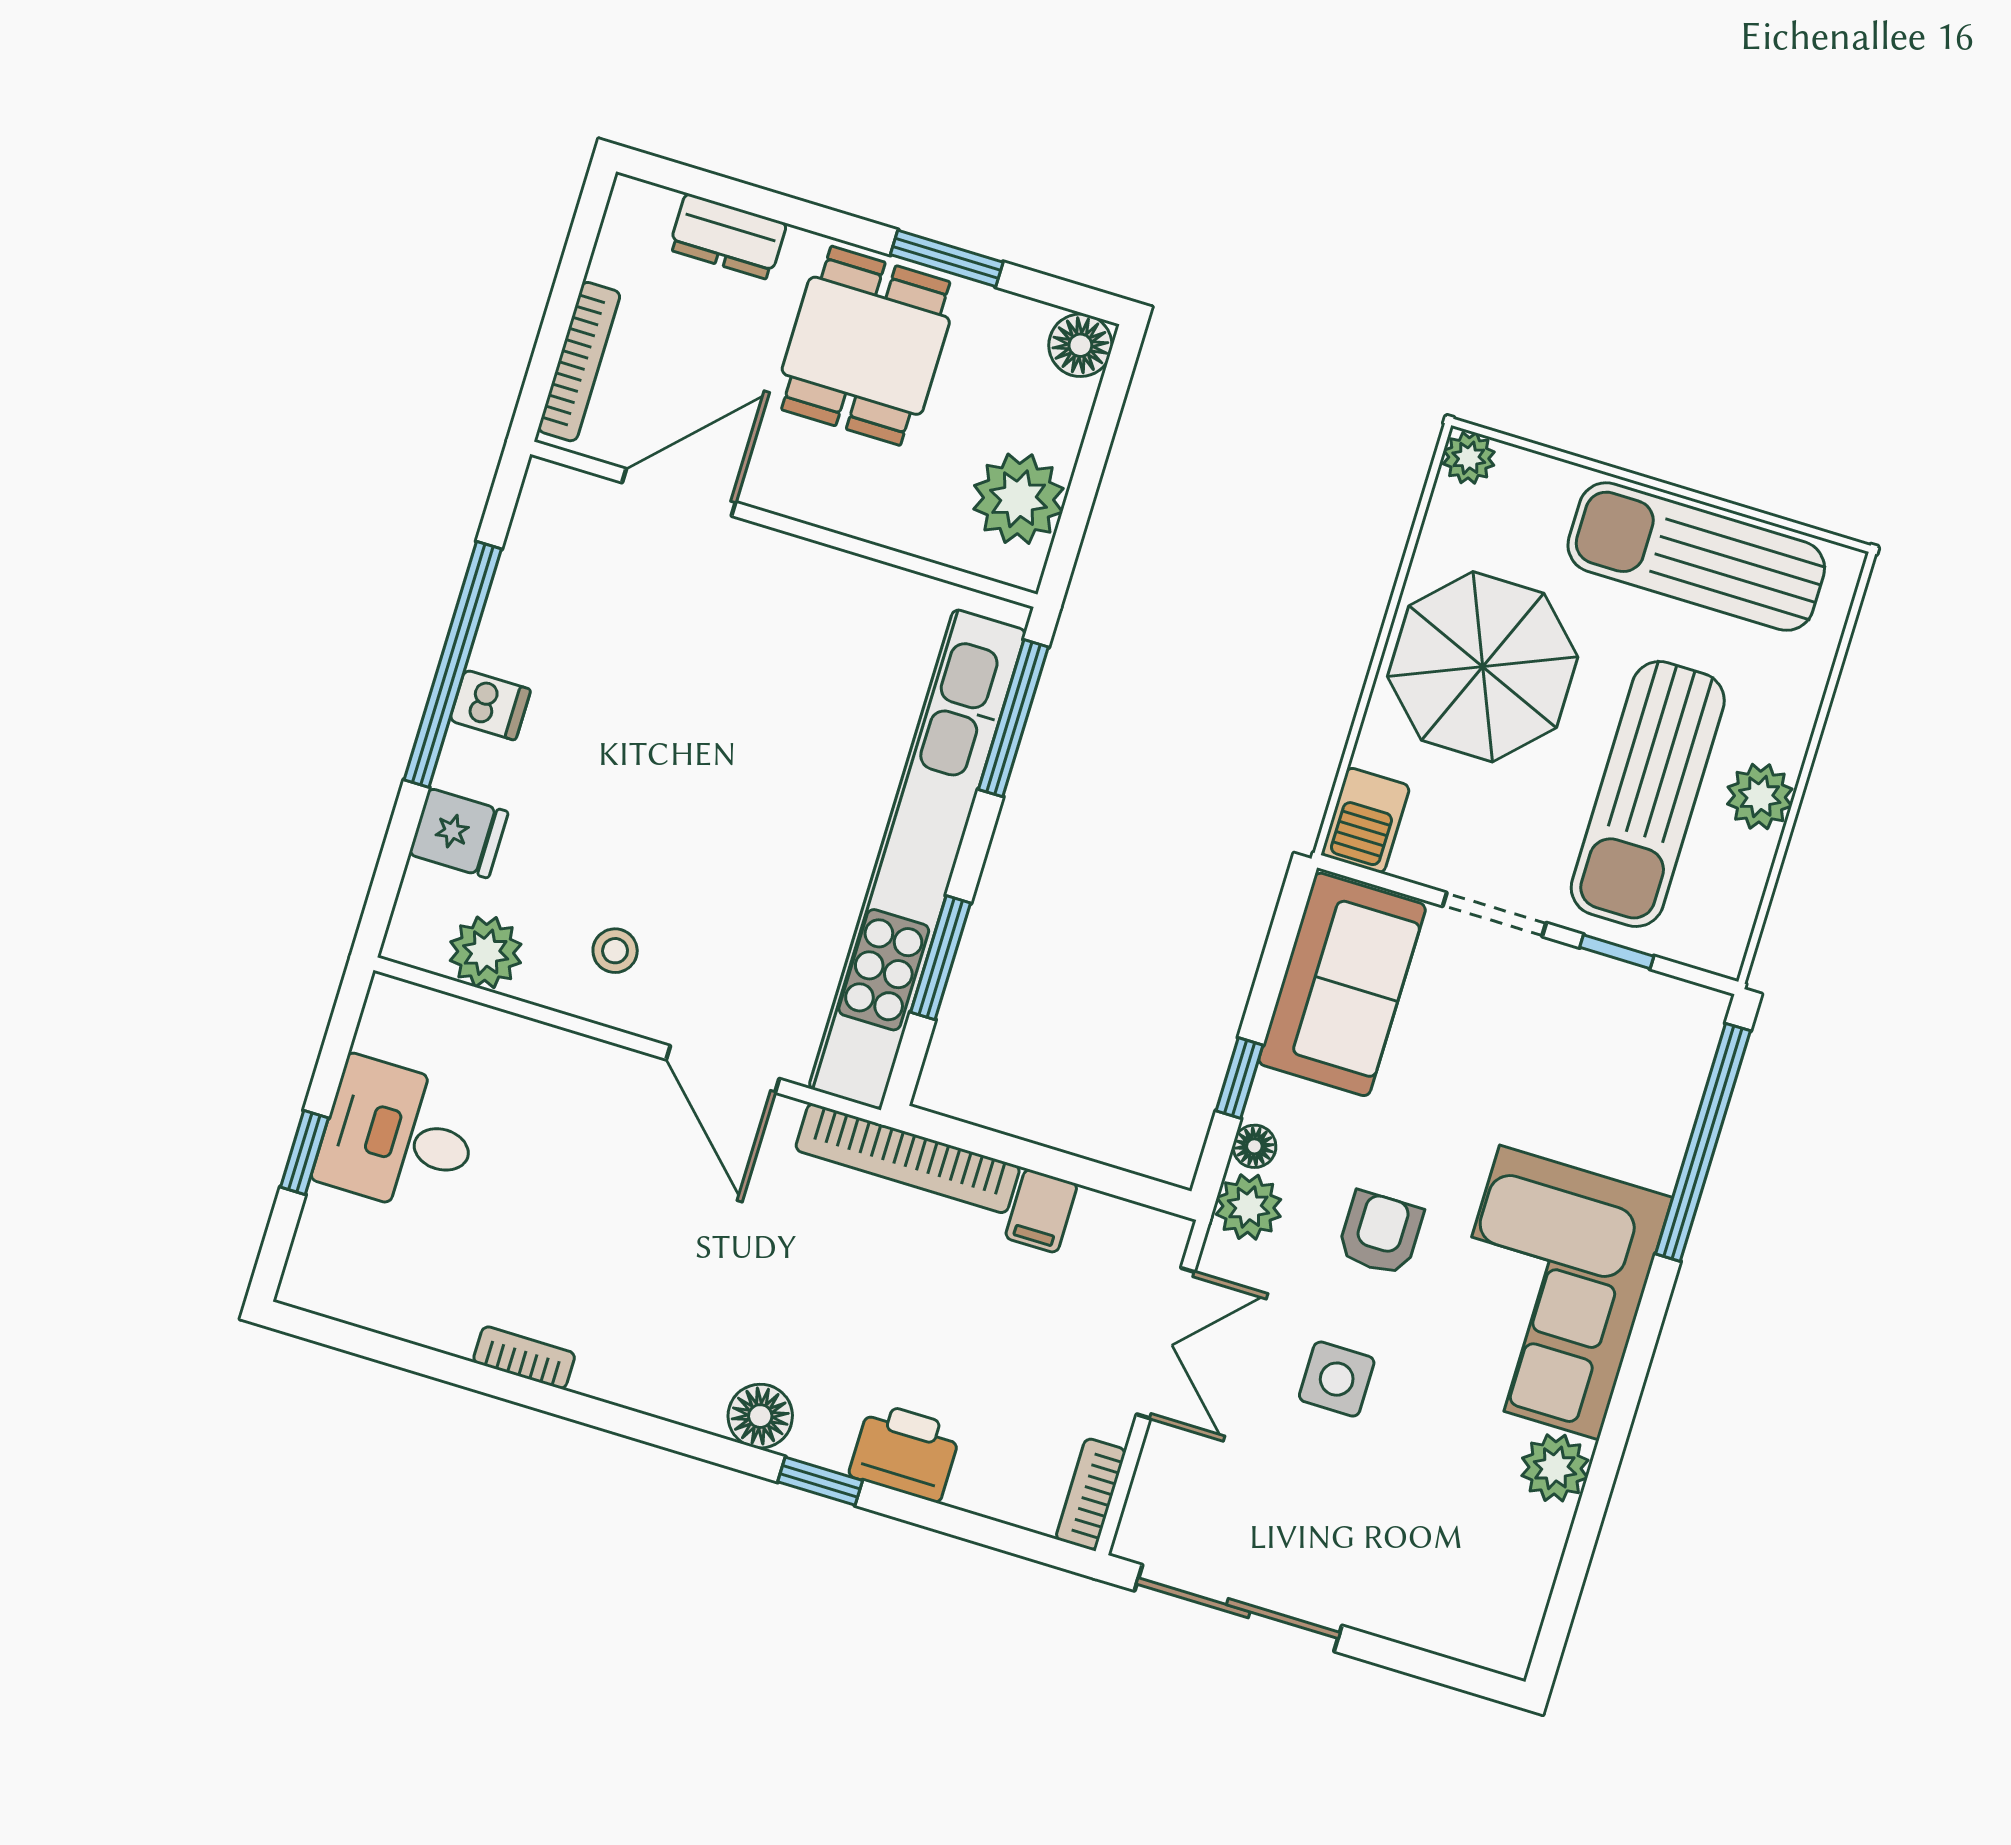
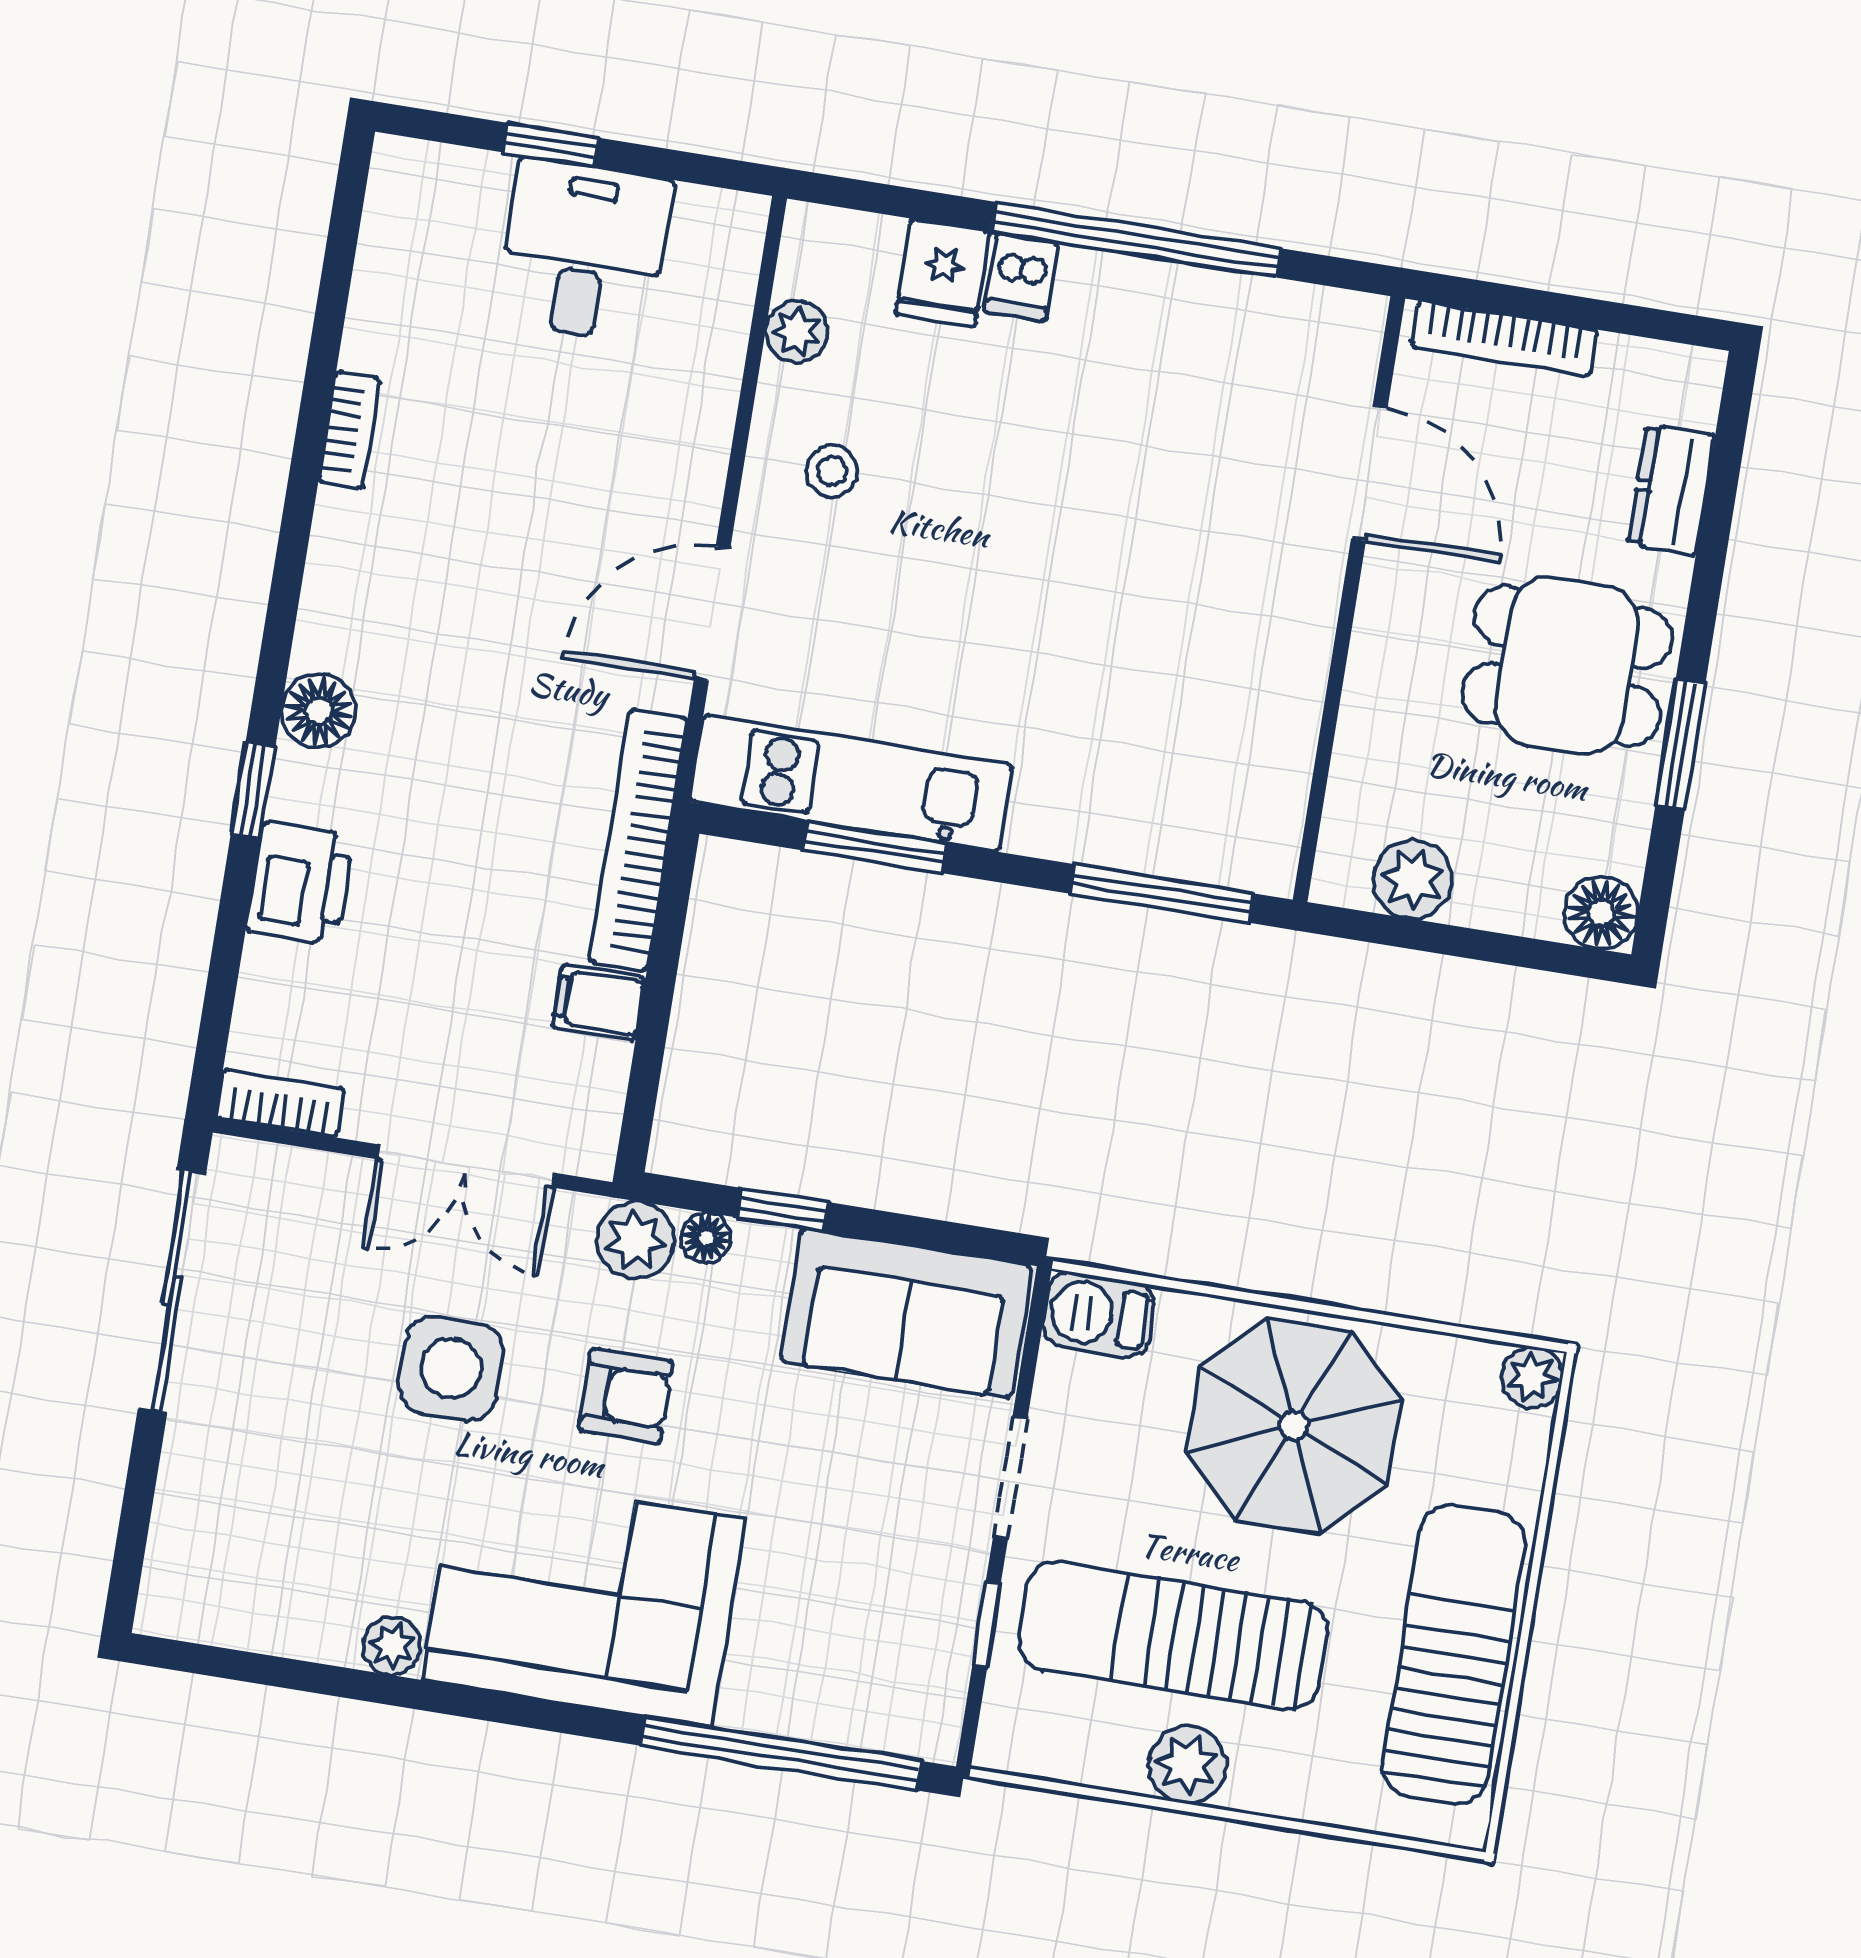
plant: (1019, 499) -> (1413, 879), width x0.73, depth x0.73
dishwasher: (490, 705) -> (1021, 277), moved
kitchen unit: (917, 859) -> (851, 783), width x0.54
plant: (486, 952) -> (797, 332), width x0.73, depth x0.73
side table: (1337, 1379) -> (451, 1368), width x1.37, depth x1.37
plant: (1555, 1468) -> (392, 1646), width x0.73, depth x0.73

